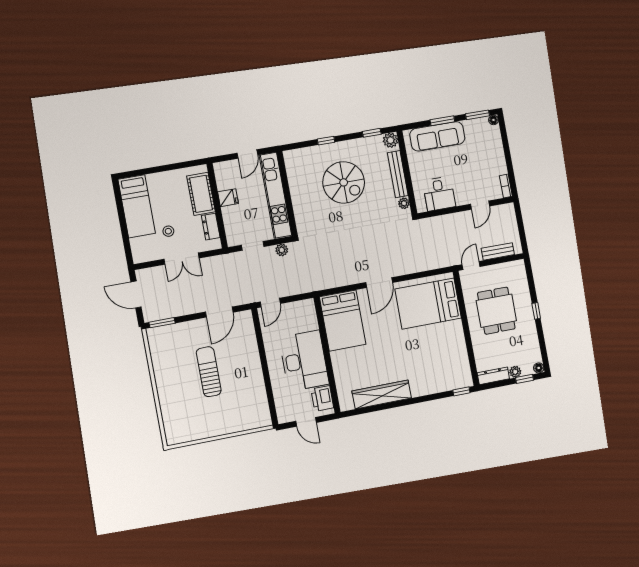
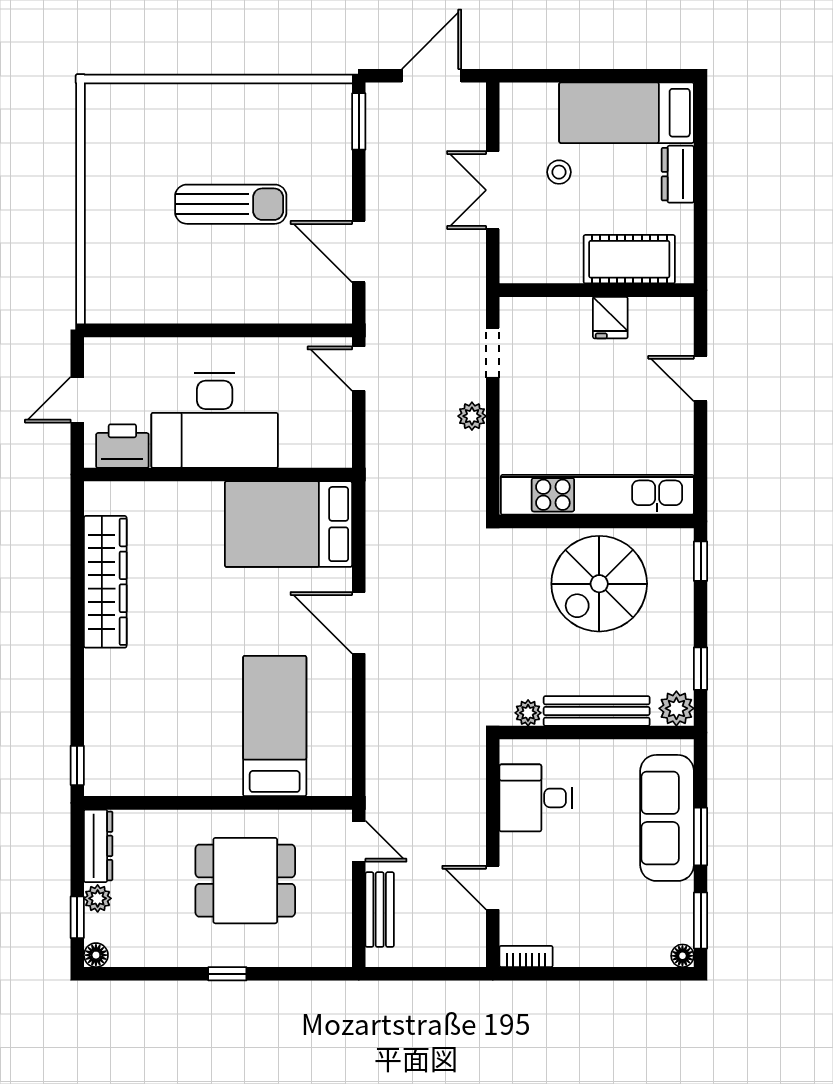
wall: (287, 193) -> (597, 521), moved
kitchen unit: (275, 195) -> (597, 495), moved
dresser: (211, 227) -> (678, 174), moved, turned -90
bed: (428, 304) -> (275, 726), width x0.67

